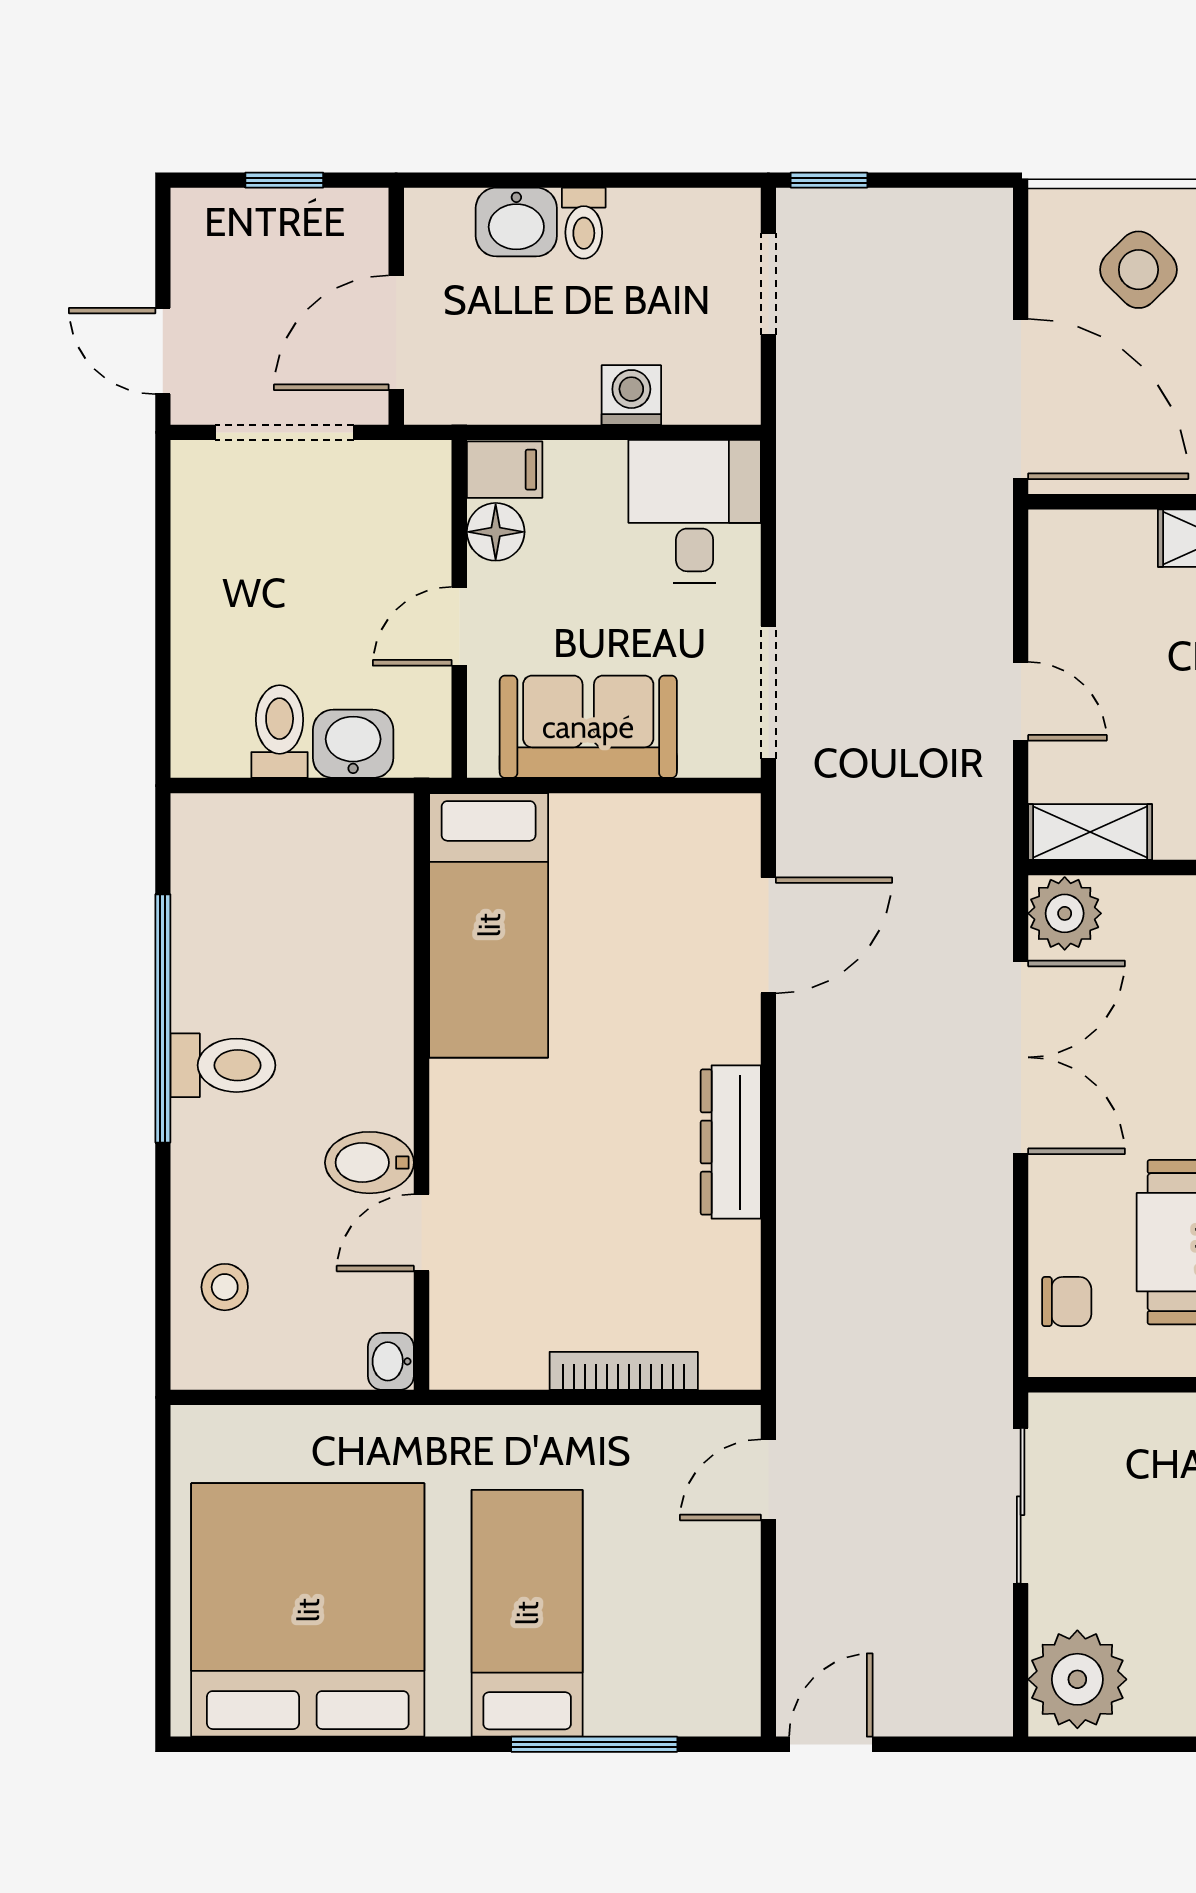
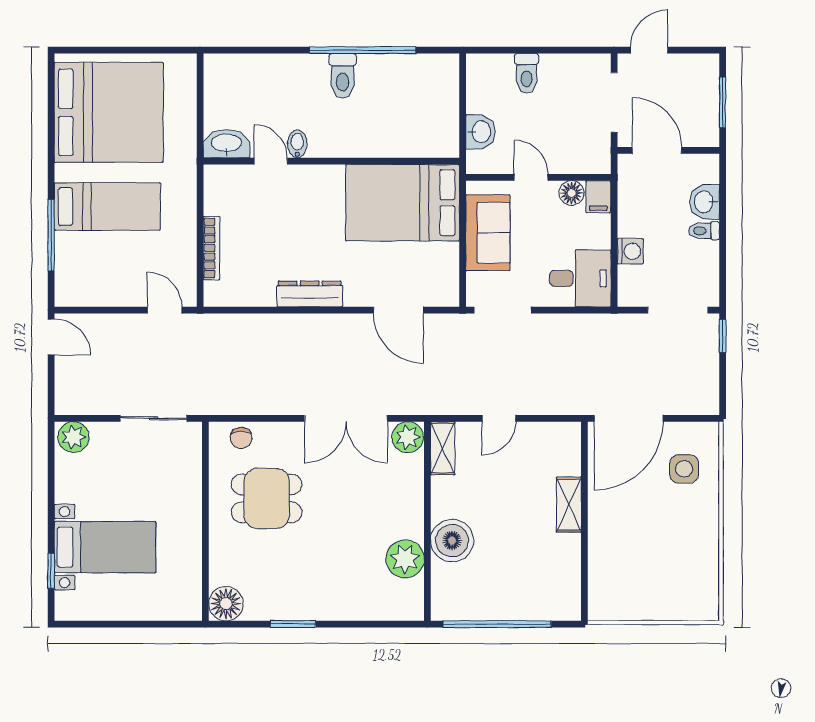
window: (284, 180) -> (723, 102), width x1.50
side table: (1138, 270) -> (684, 469), turned 45
doorway: (768, 284) -> (678, 310), width x1.38
toilet: (280, 732) -> (527, 73), moved, turned 90
bed: (489, 925) -> (403, 203), width x1.50
bidet: (369, 1163) -> (297, 144), width x0.72, depth x0.74
stool: (225, 1287) -> (247, 77), removed
washbasin: (391, 1361) -> (227, 144), width x1.91, depth x1.45
plant: (1077, 1679) -> (73, 437), width x0.73, depth x0.73

